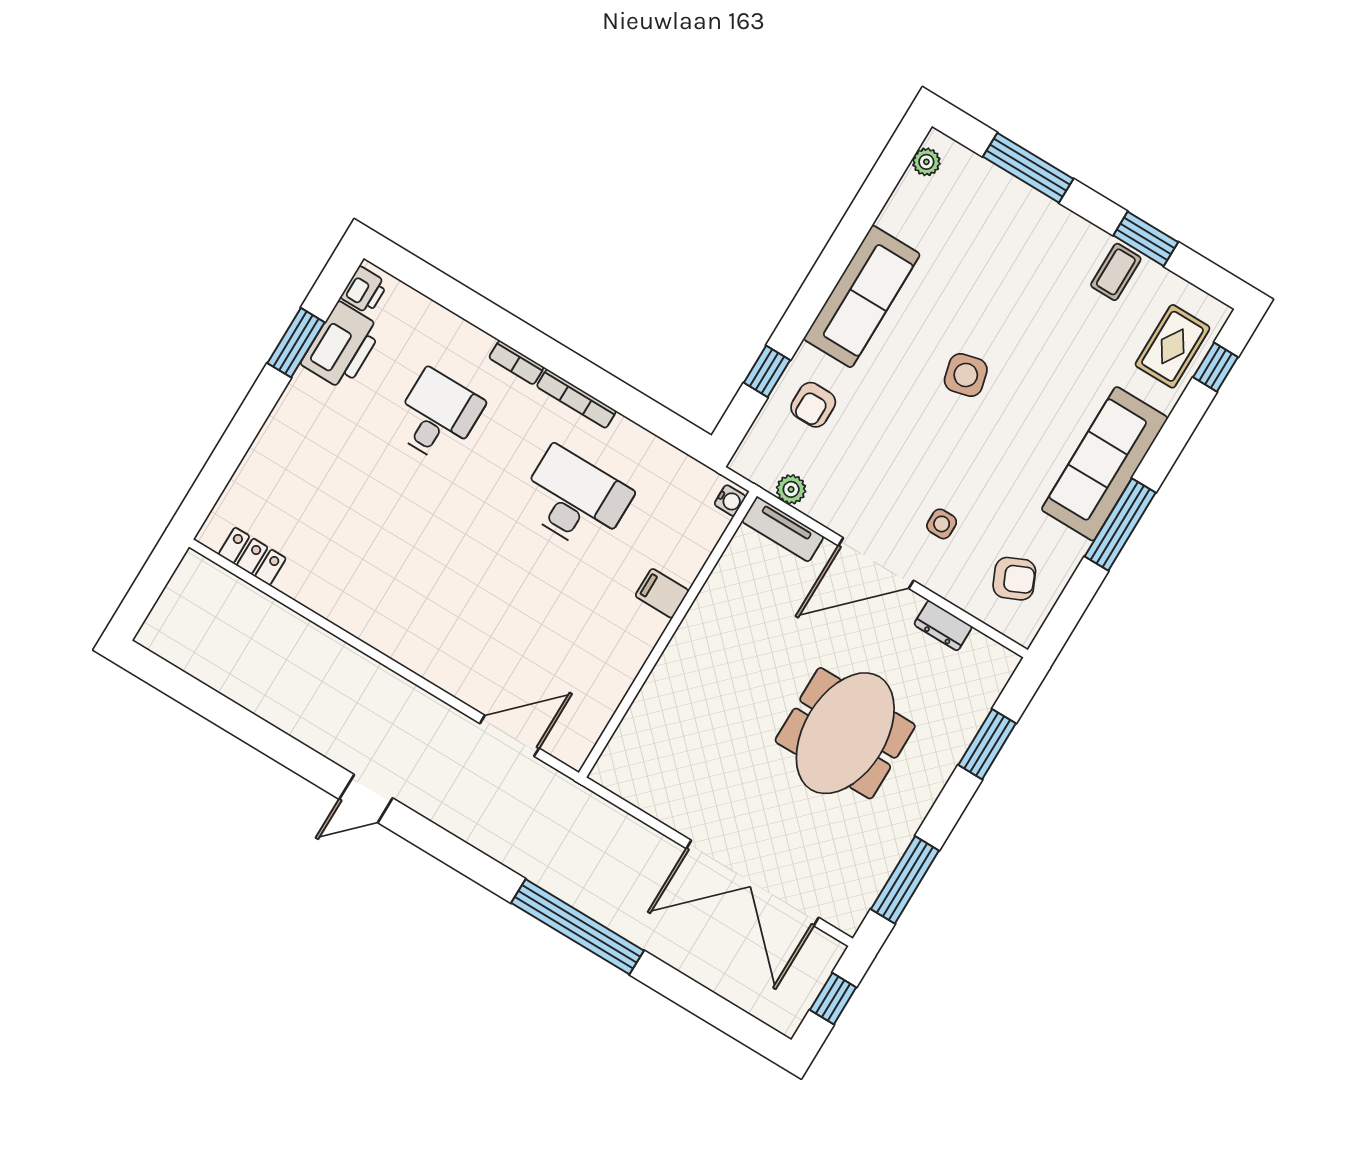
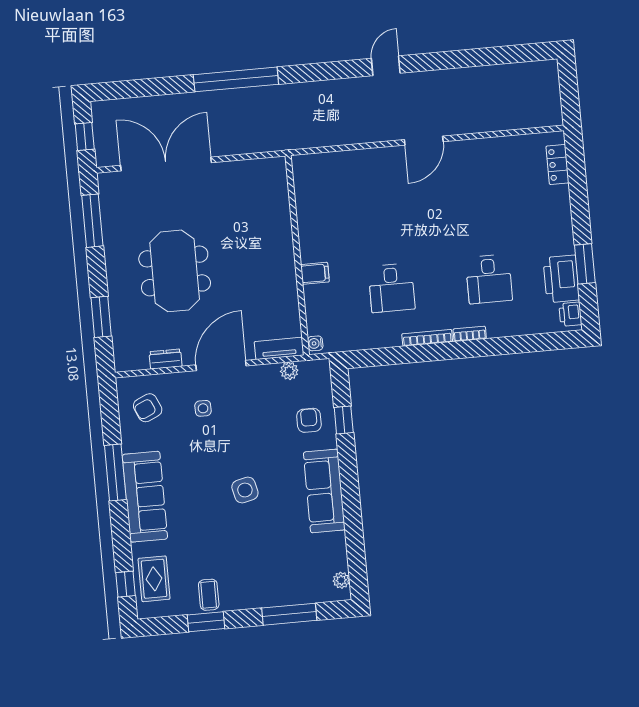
desk: (575, 499) -> (392, 288), width x0.73
locker: (252, 556) -> (557, 164), moved, turned 90
door: (509, 736) -> (424, 141), moved

